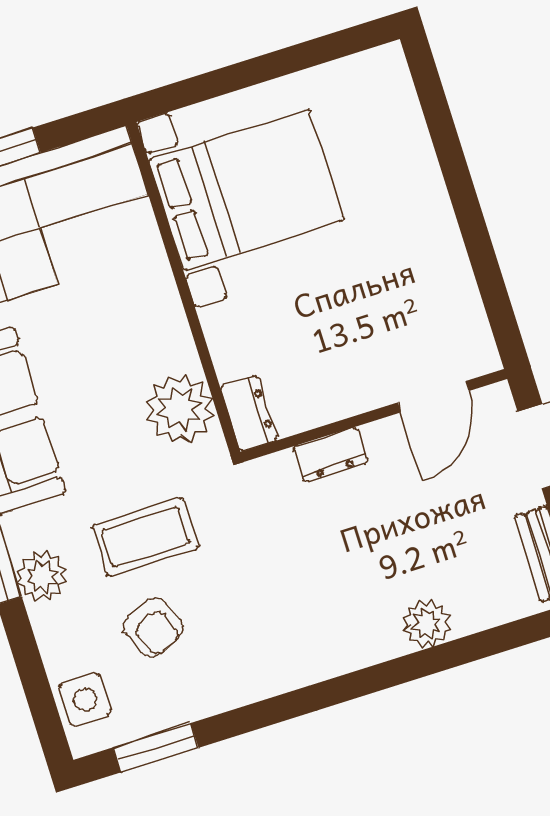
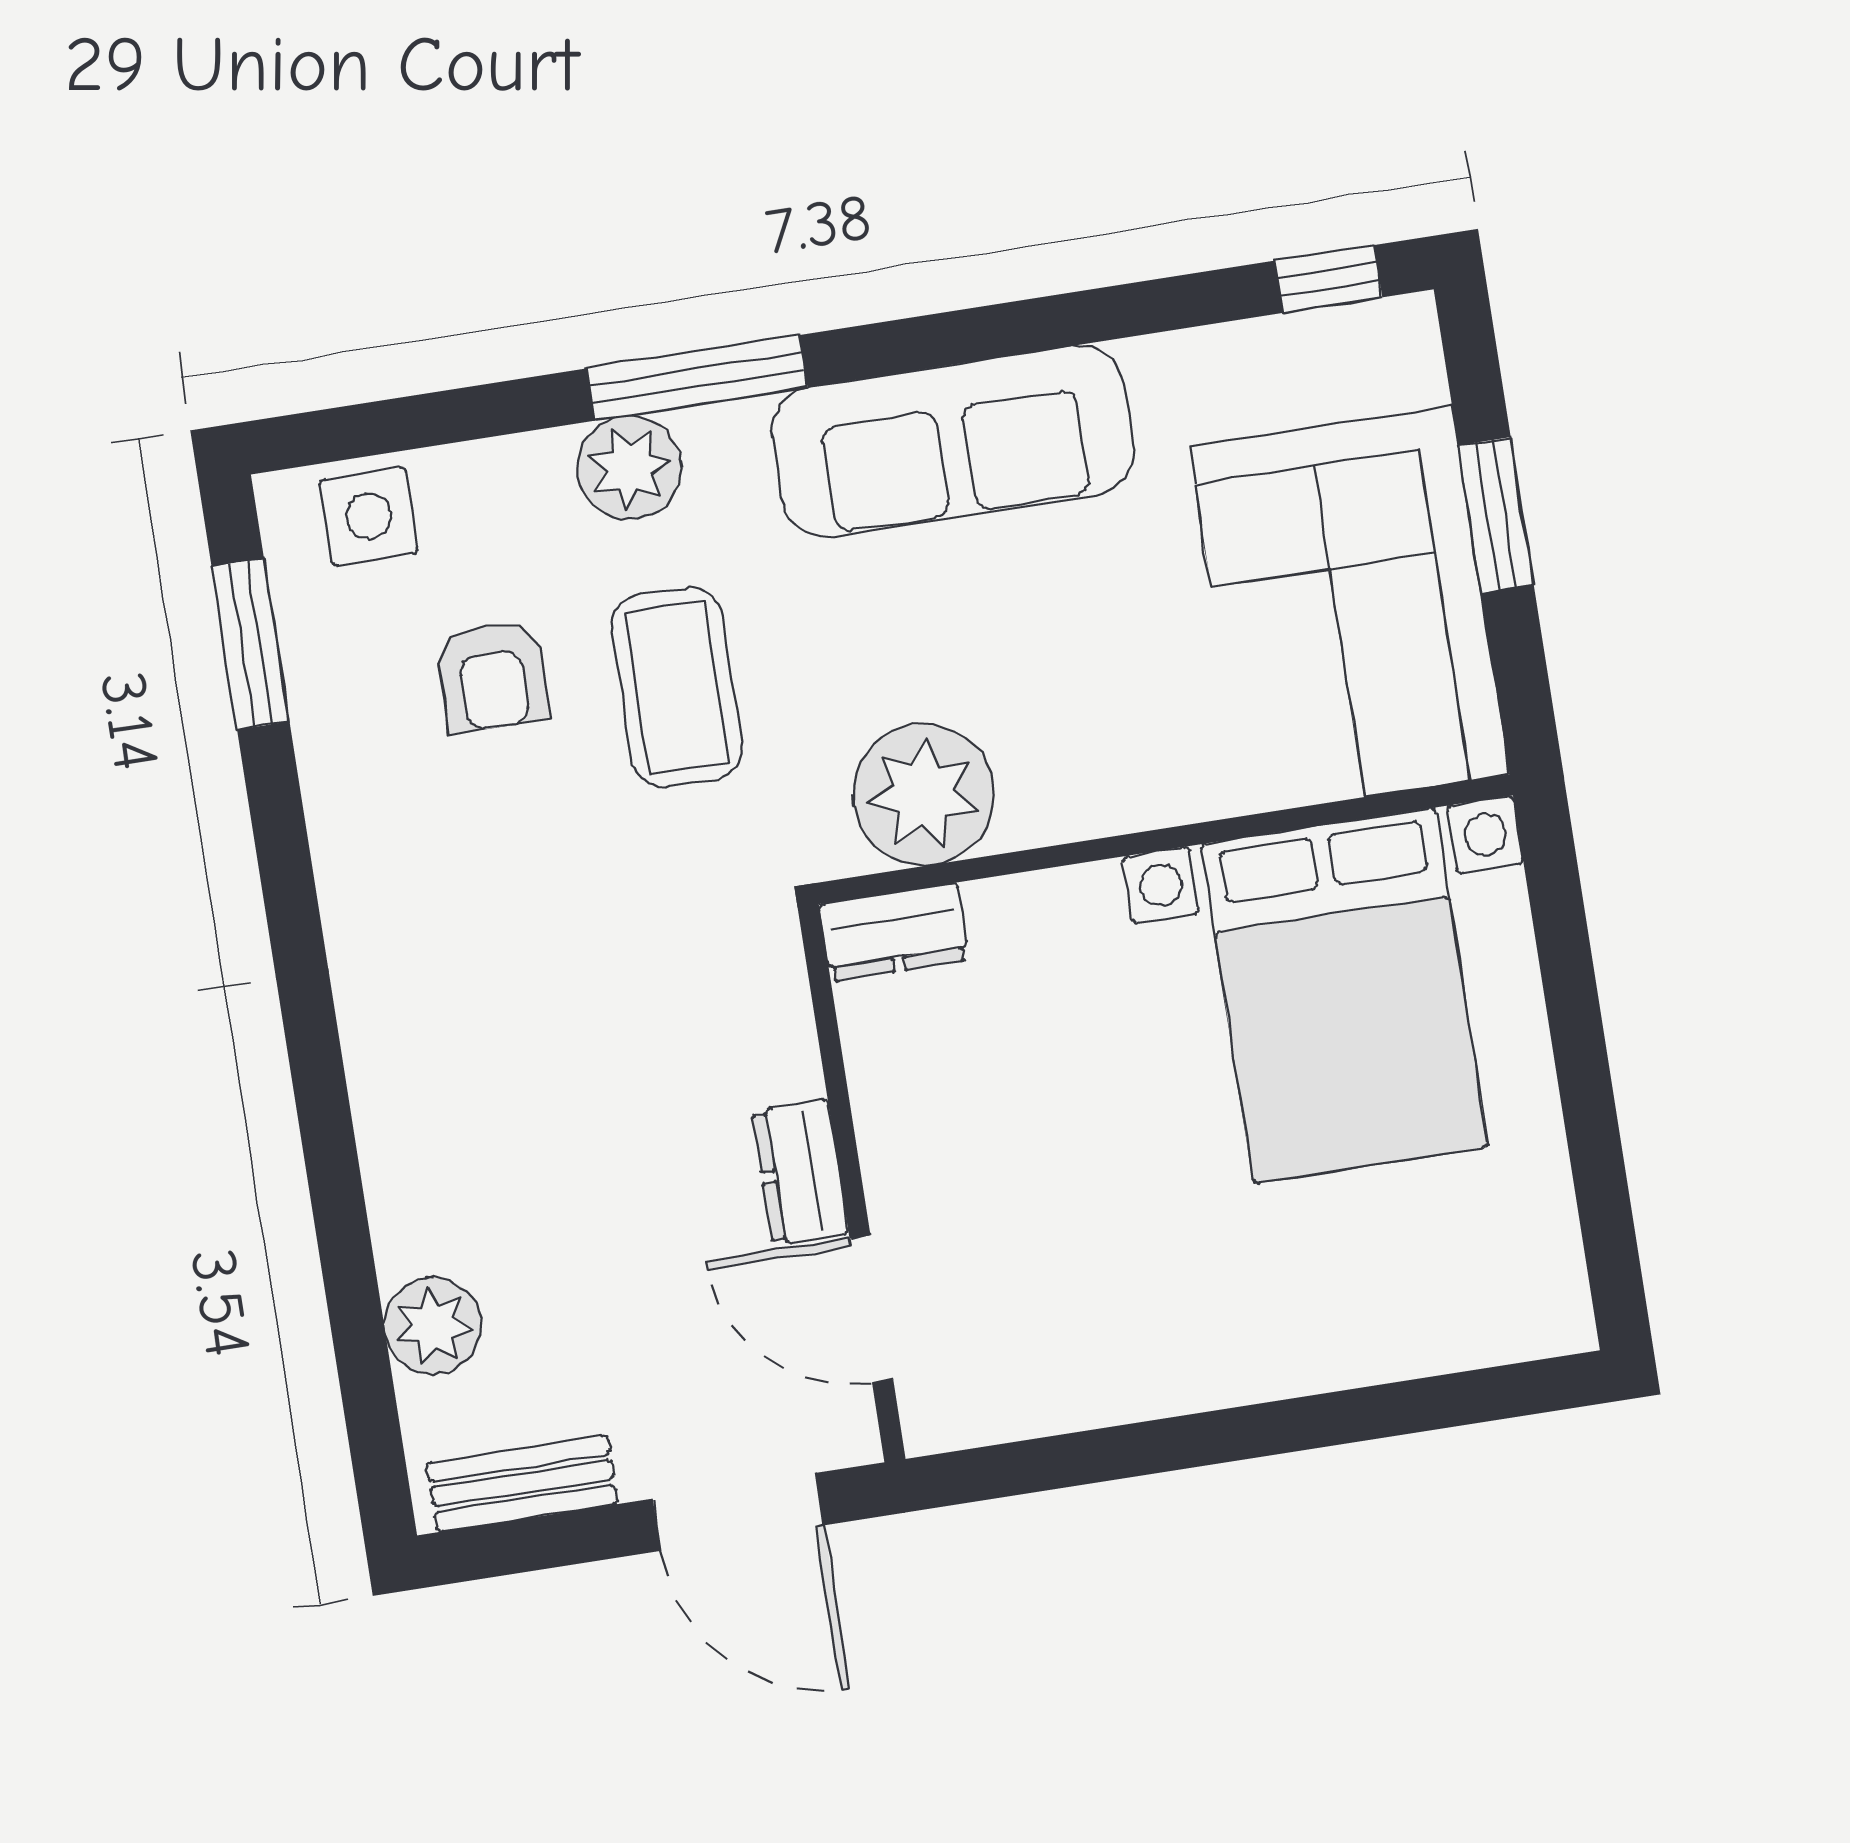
dresser: (331, 454) -> (800, 1172), moved
plant: (427, 624) -> (433, 1326), moved
armchair: (153, 628) -> (492, 676), turned -68

